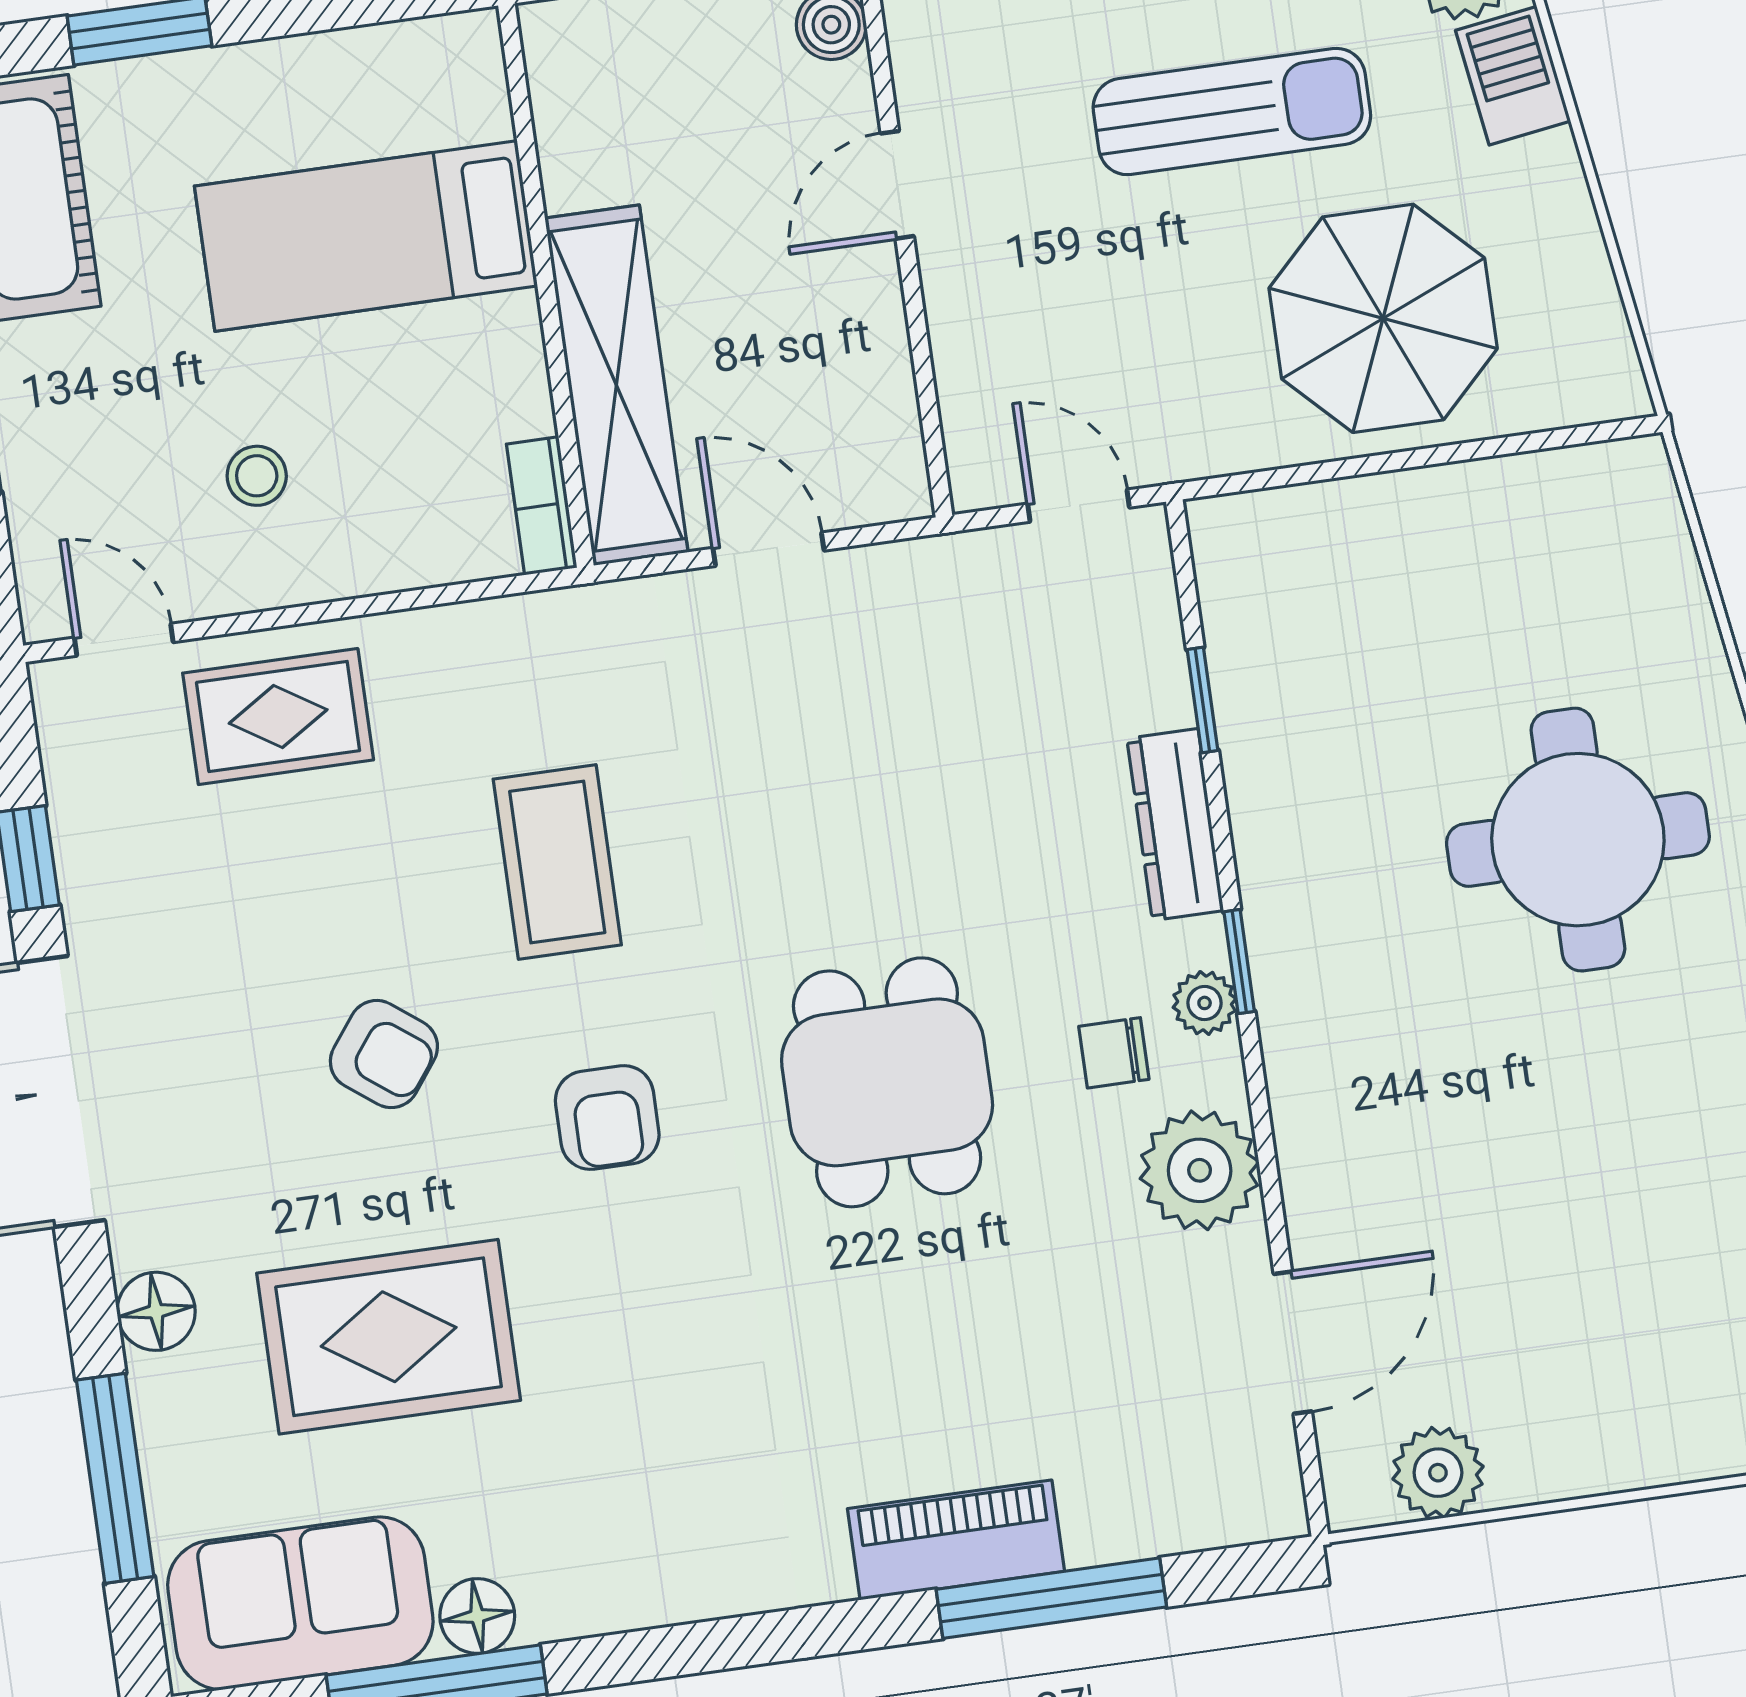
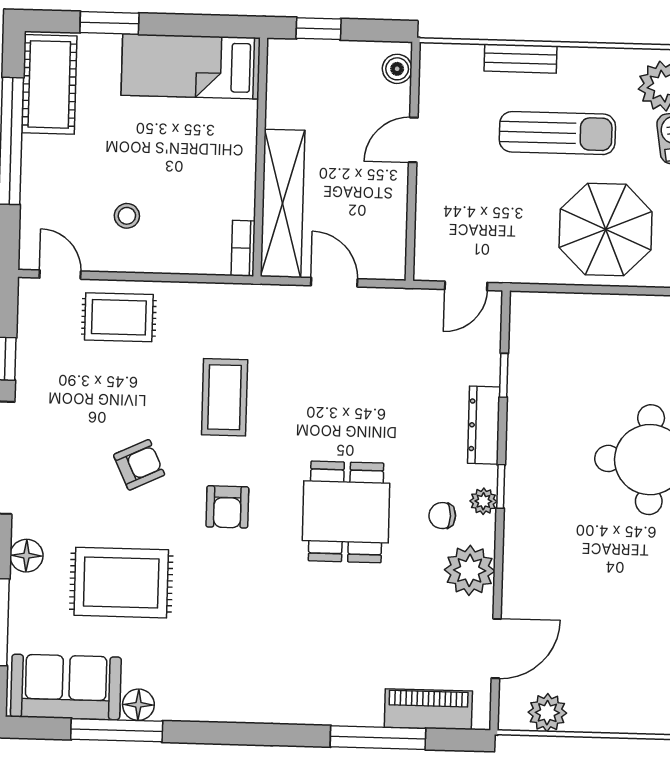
bed: (366, 236) -> (191, 66), moved
door: (1078, 506) -> (466, 286), swing flipped
armchair: (384, 1054) -> (139, 465), turned -62
piano: (956, 1540) -> (428, 709), moved

